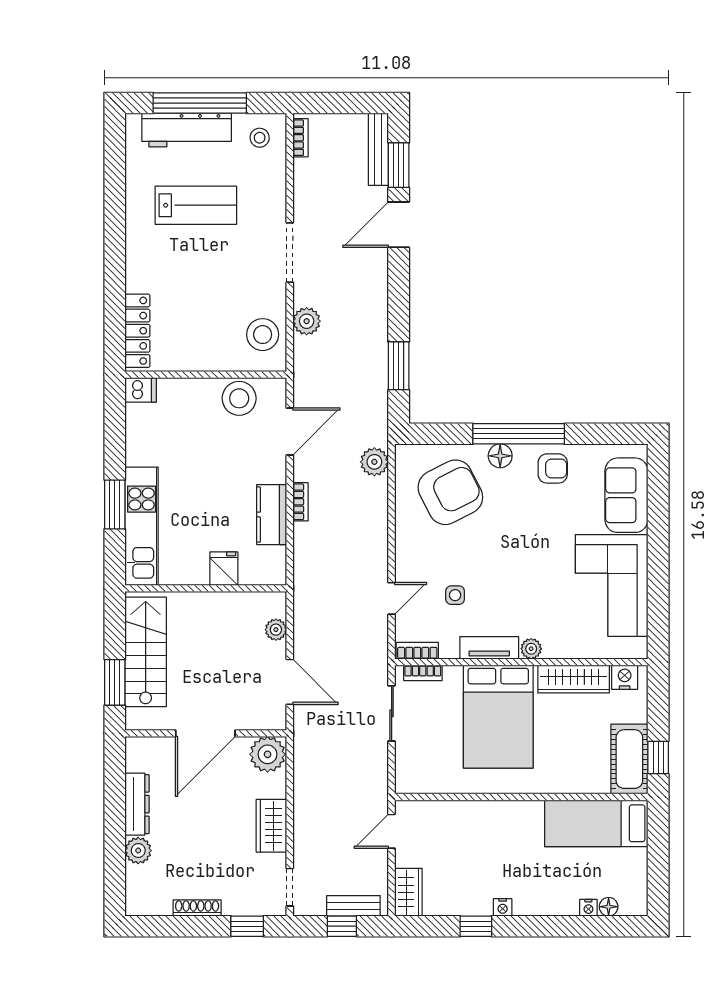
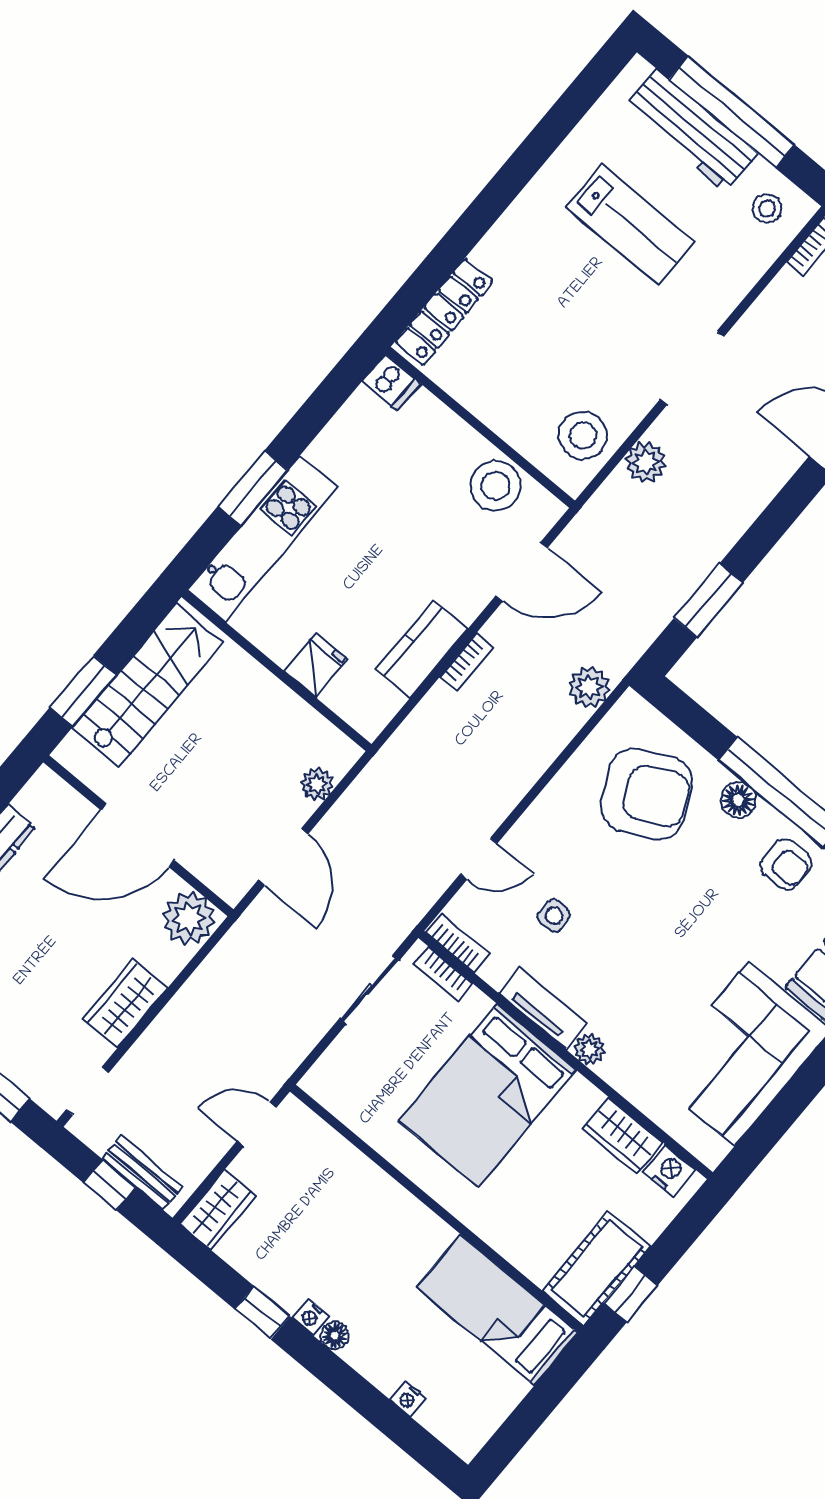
wardrobe: (574, 679) -> (623, 1136), width x0.67
floor lamp: (609, 907) -> (335, 1336), moved

